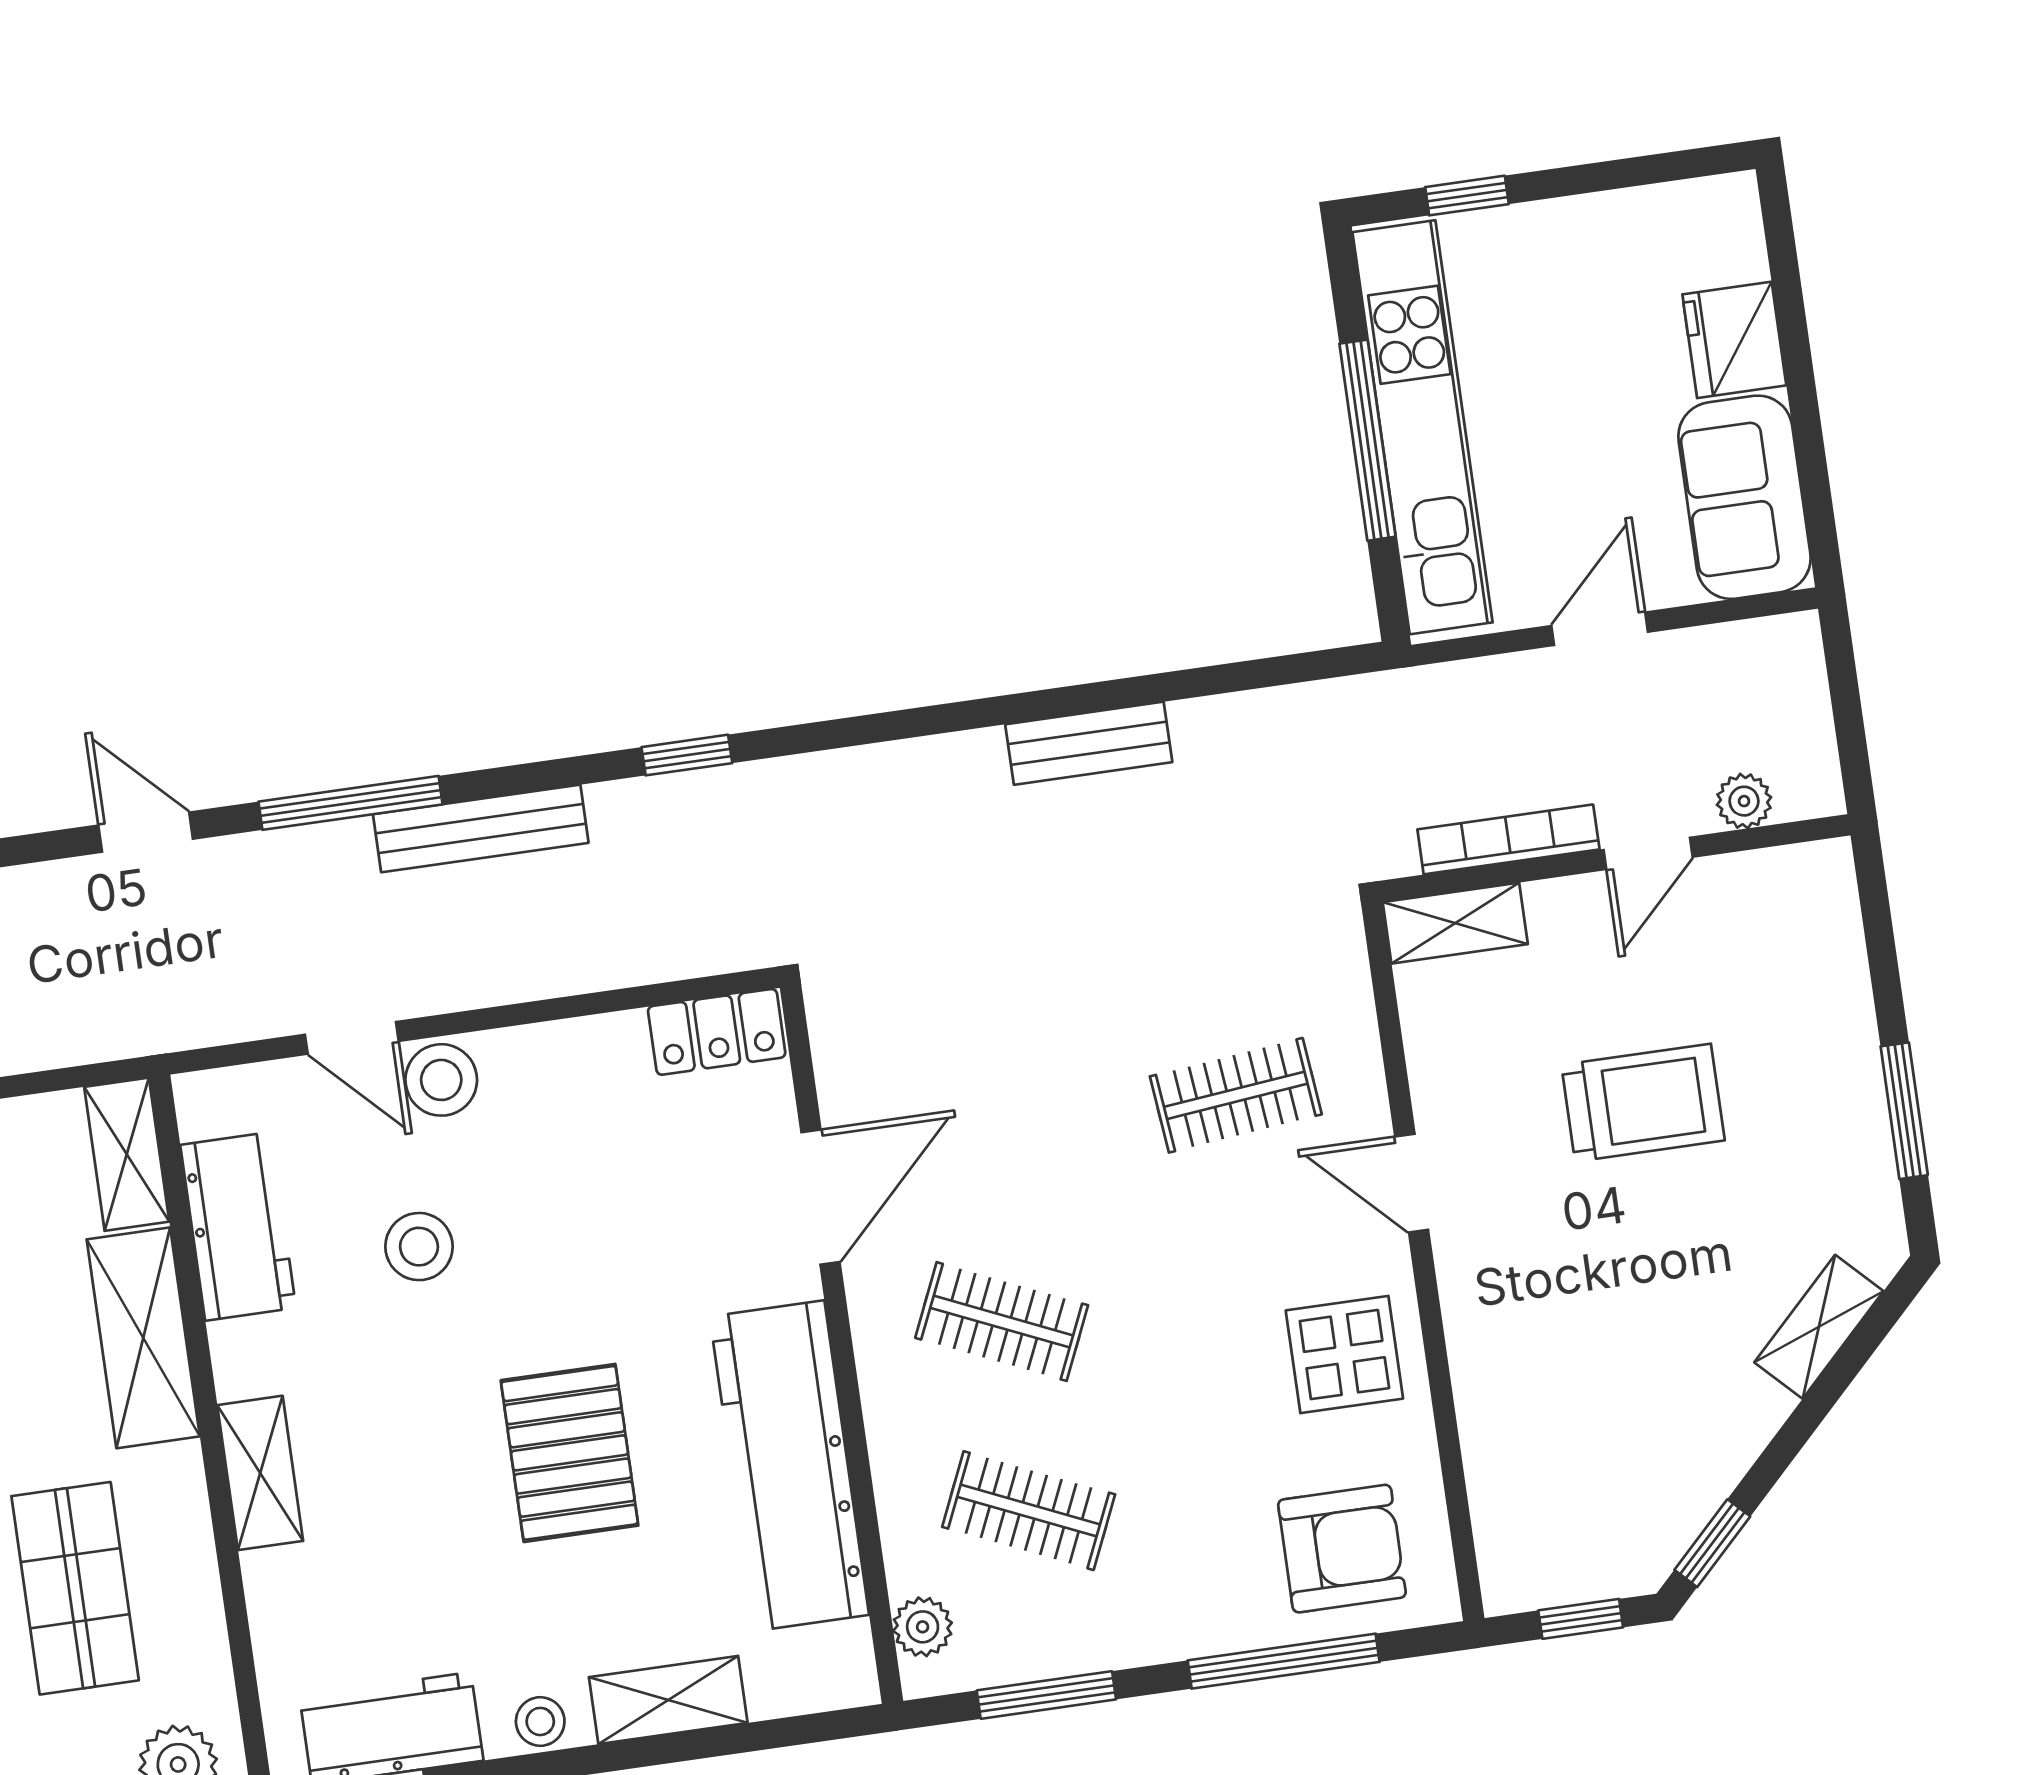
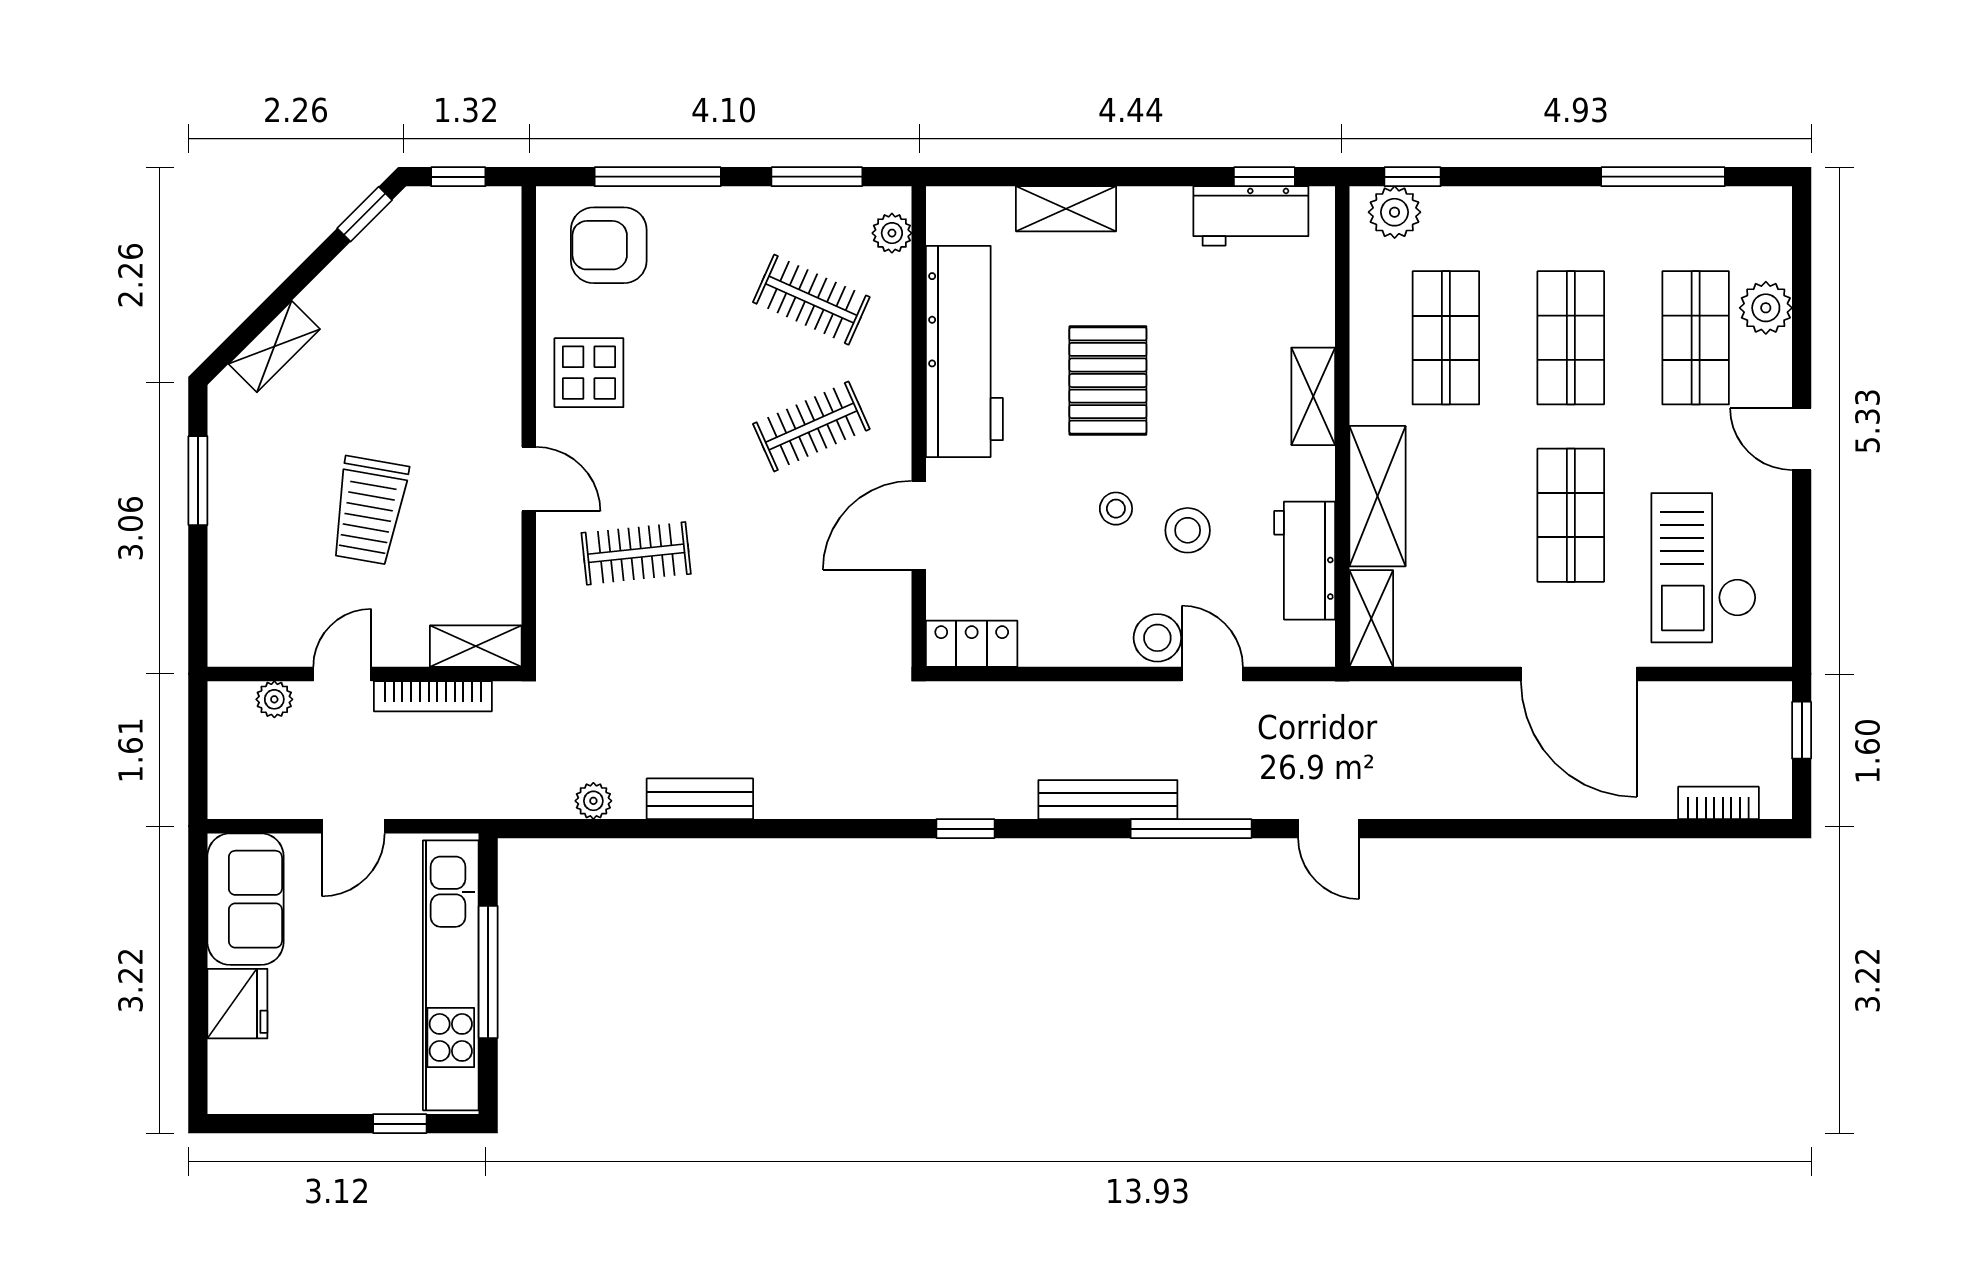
plant: (1247, 718) -> (593, 801), added
trolley: (1643, 1103) -> (369, 510), turned -80
clothes rail: (1002, 1322) -> (811, 426), turned -48
stool: (540, 1721) -> (1116, 509), moved

